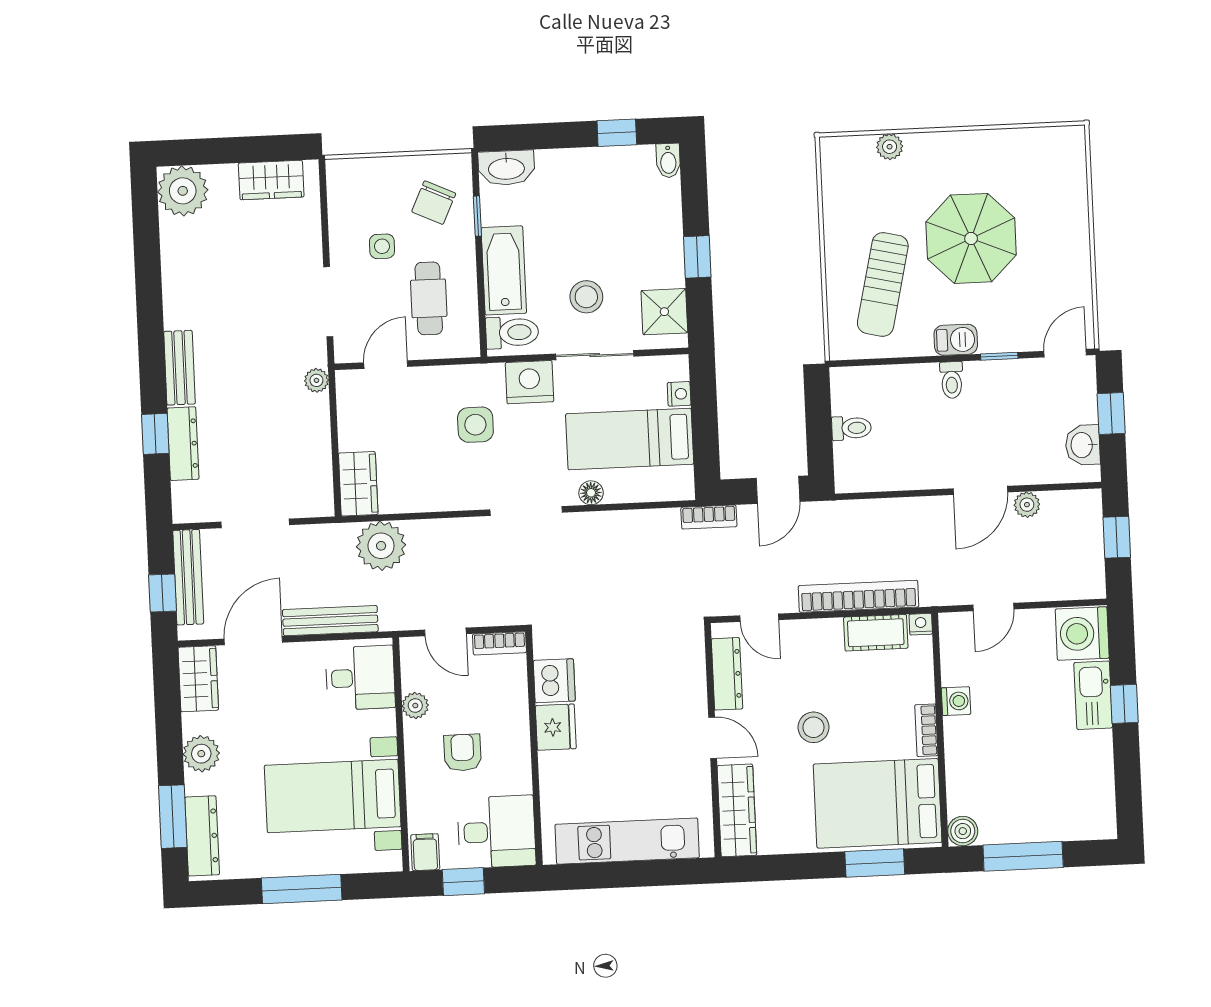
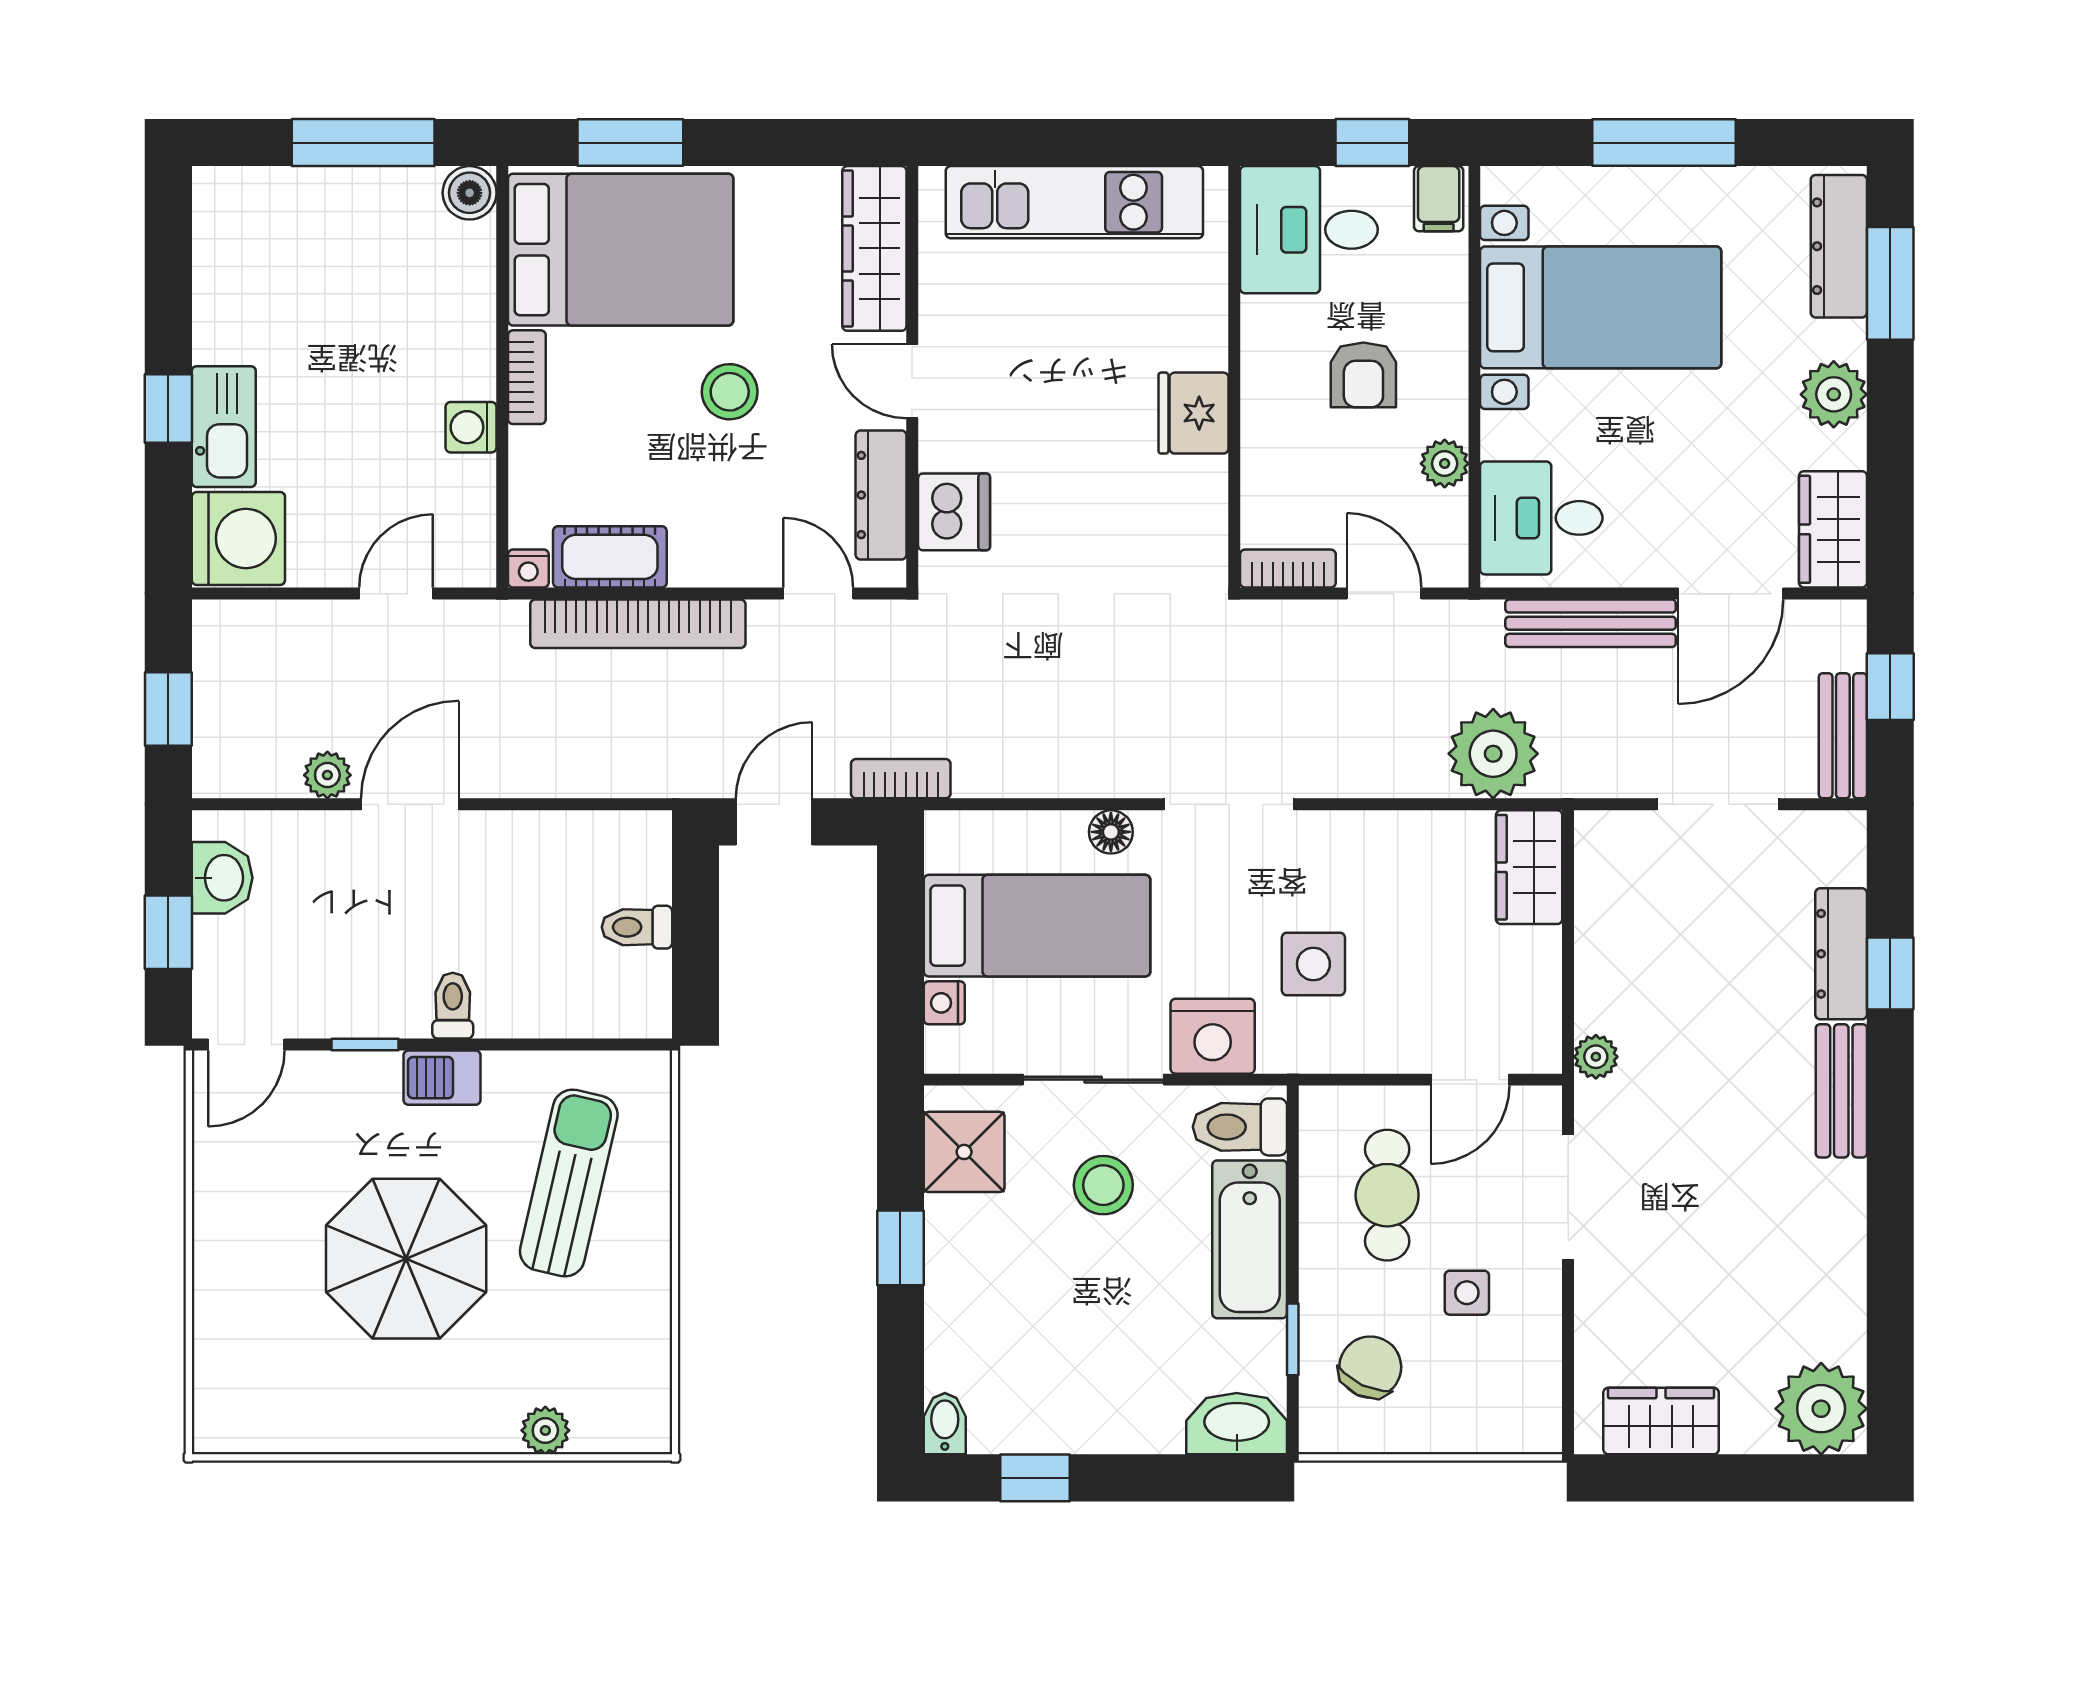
bench: (188, 577) -> (1843, 736), width x0.73
dishwasher: (554, 681) -> (954, 512), moved, turned 180

